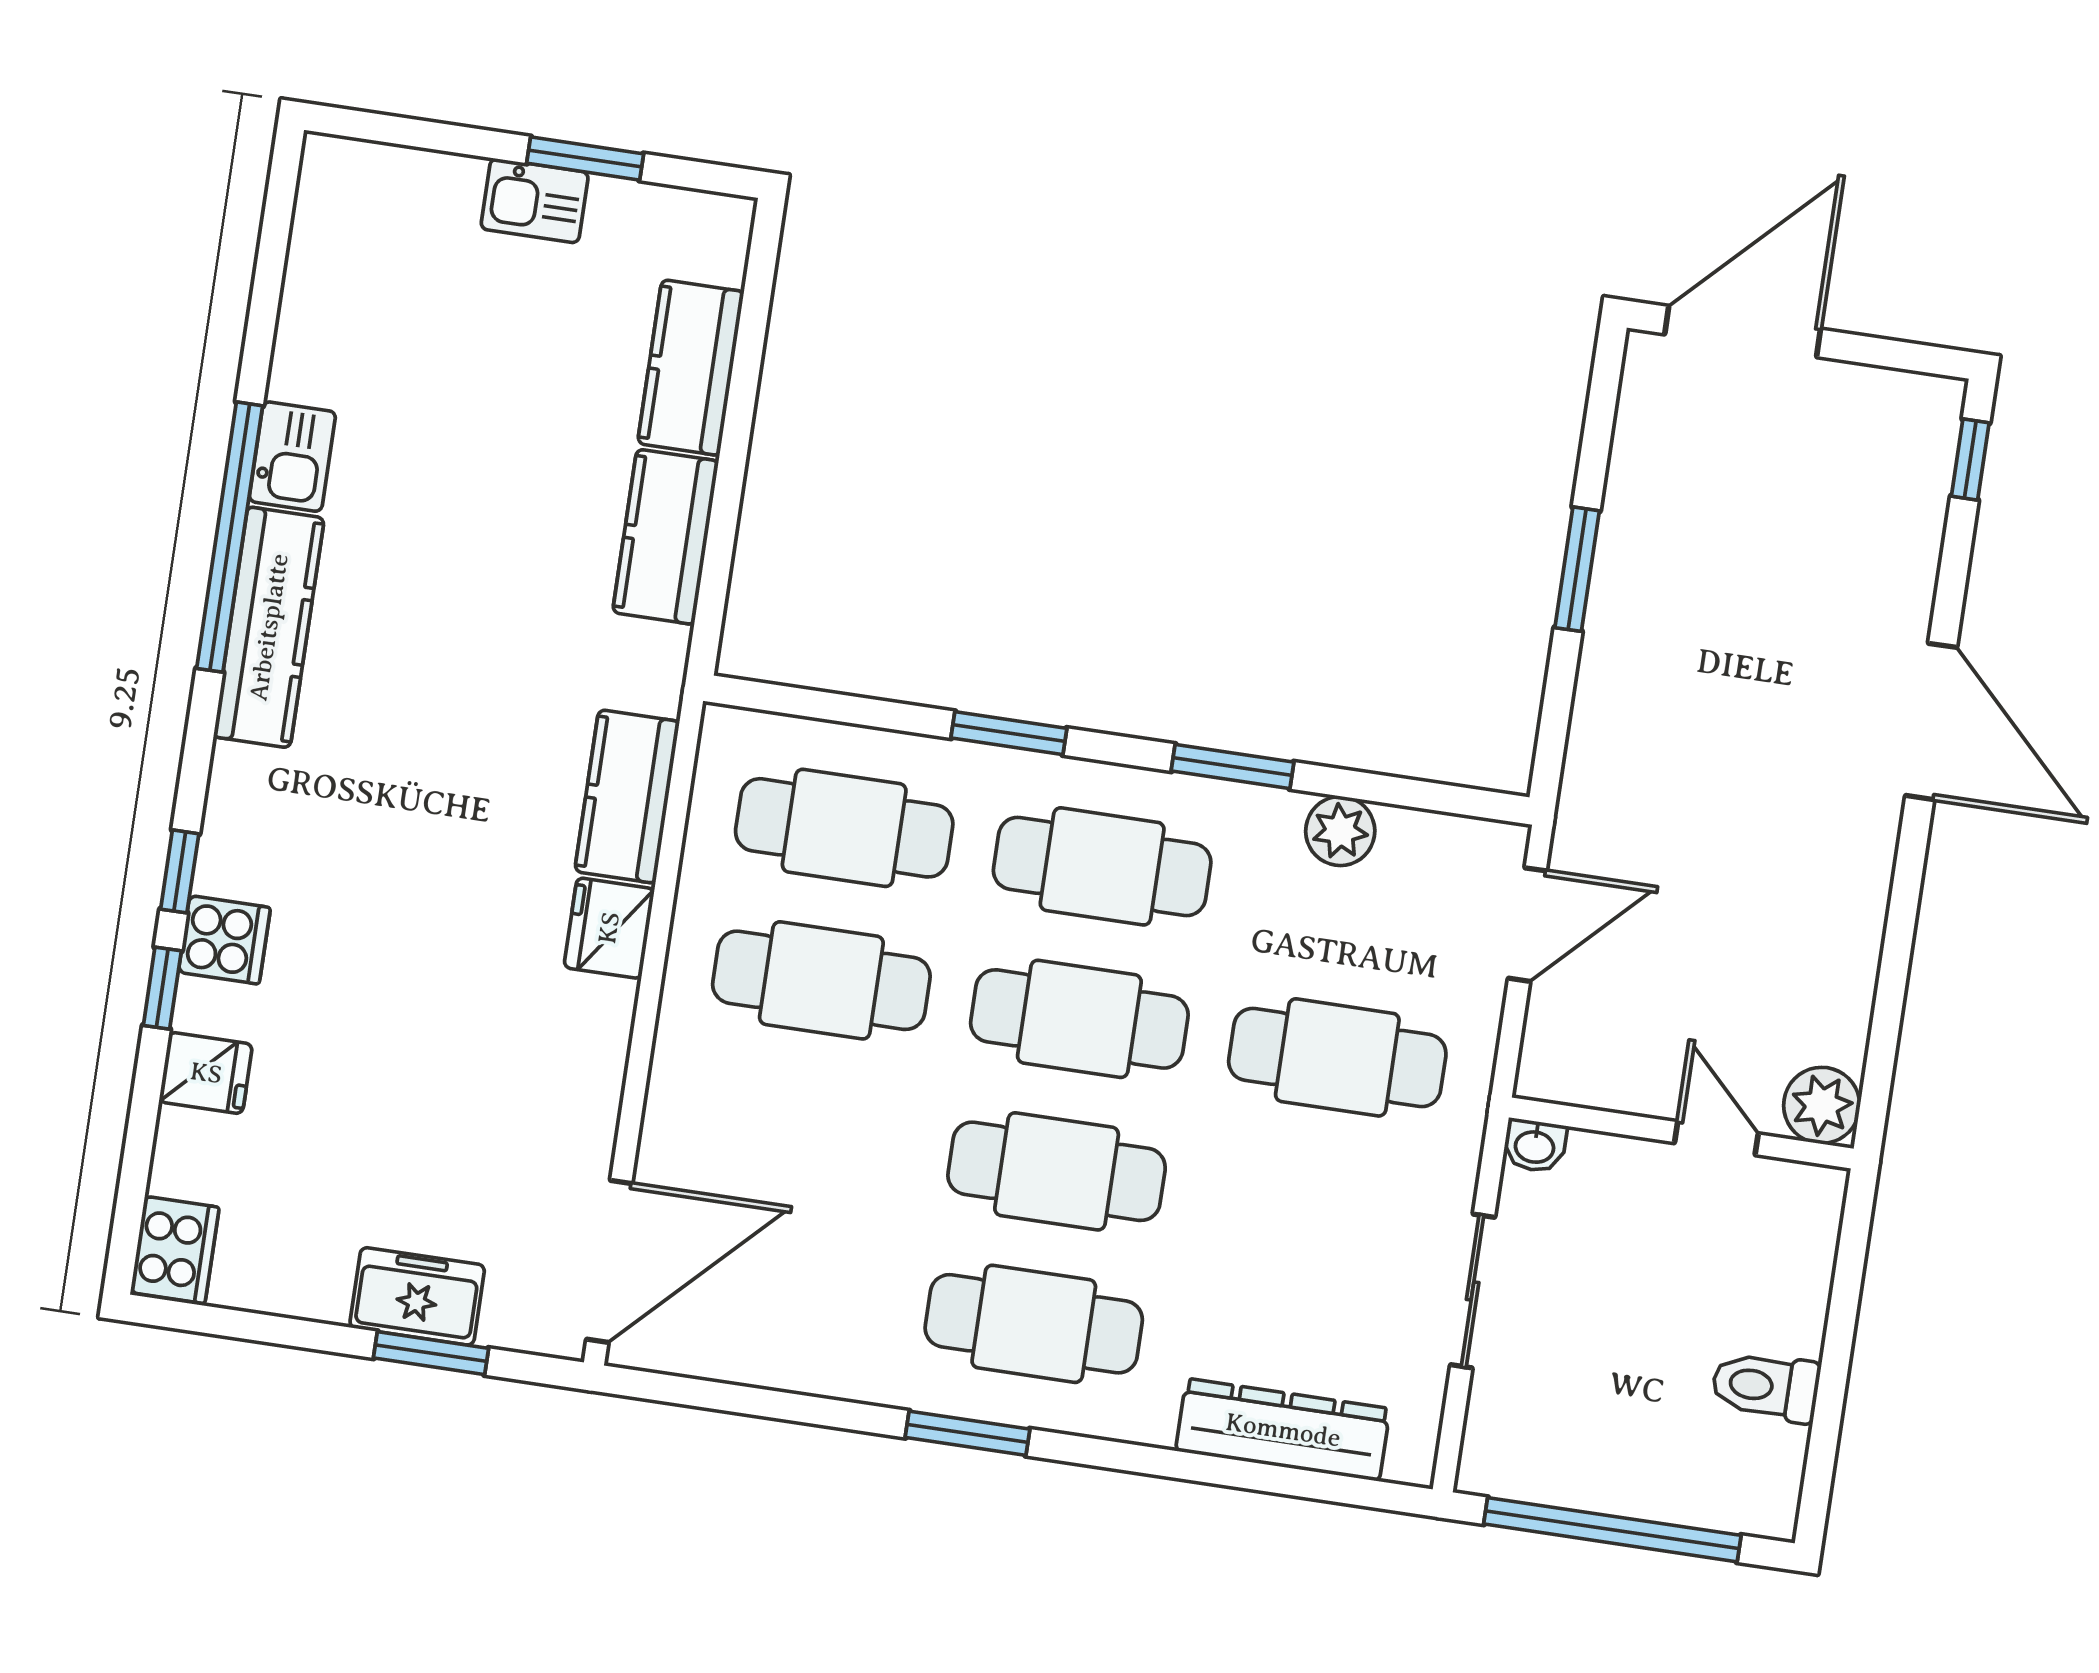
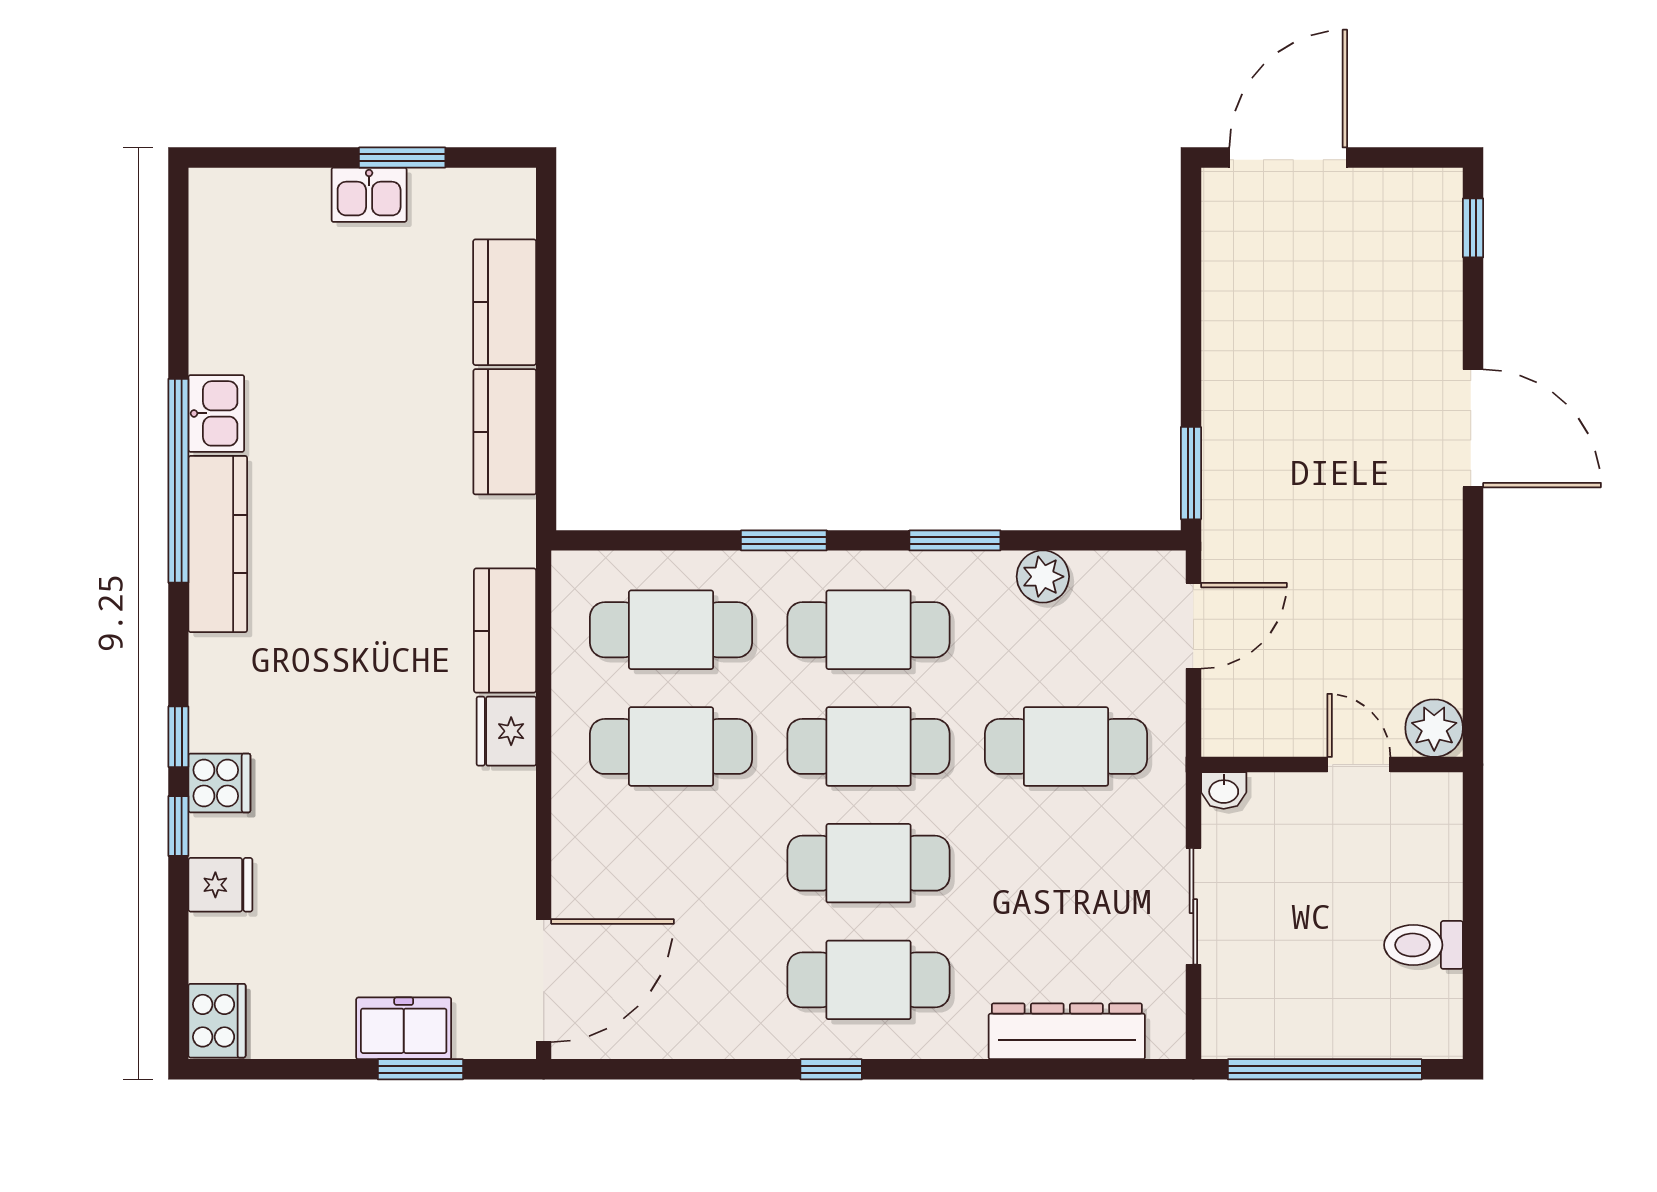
window: (1577, 569) -> (1191, 473), moved
window: (968, 1433) -> (831, 1069), width x0.67

